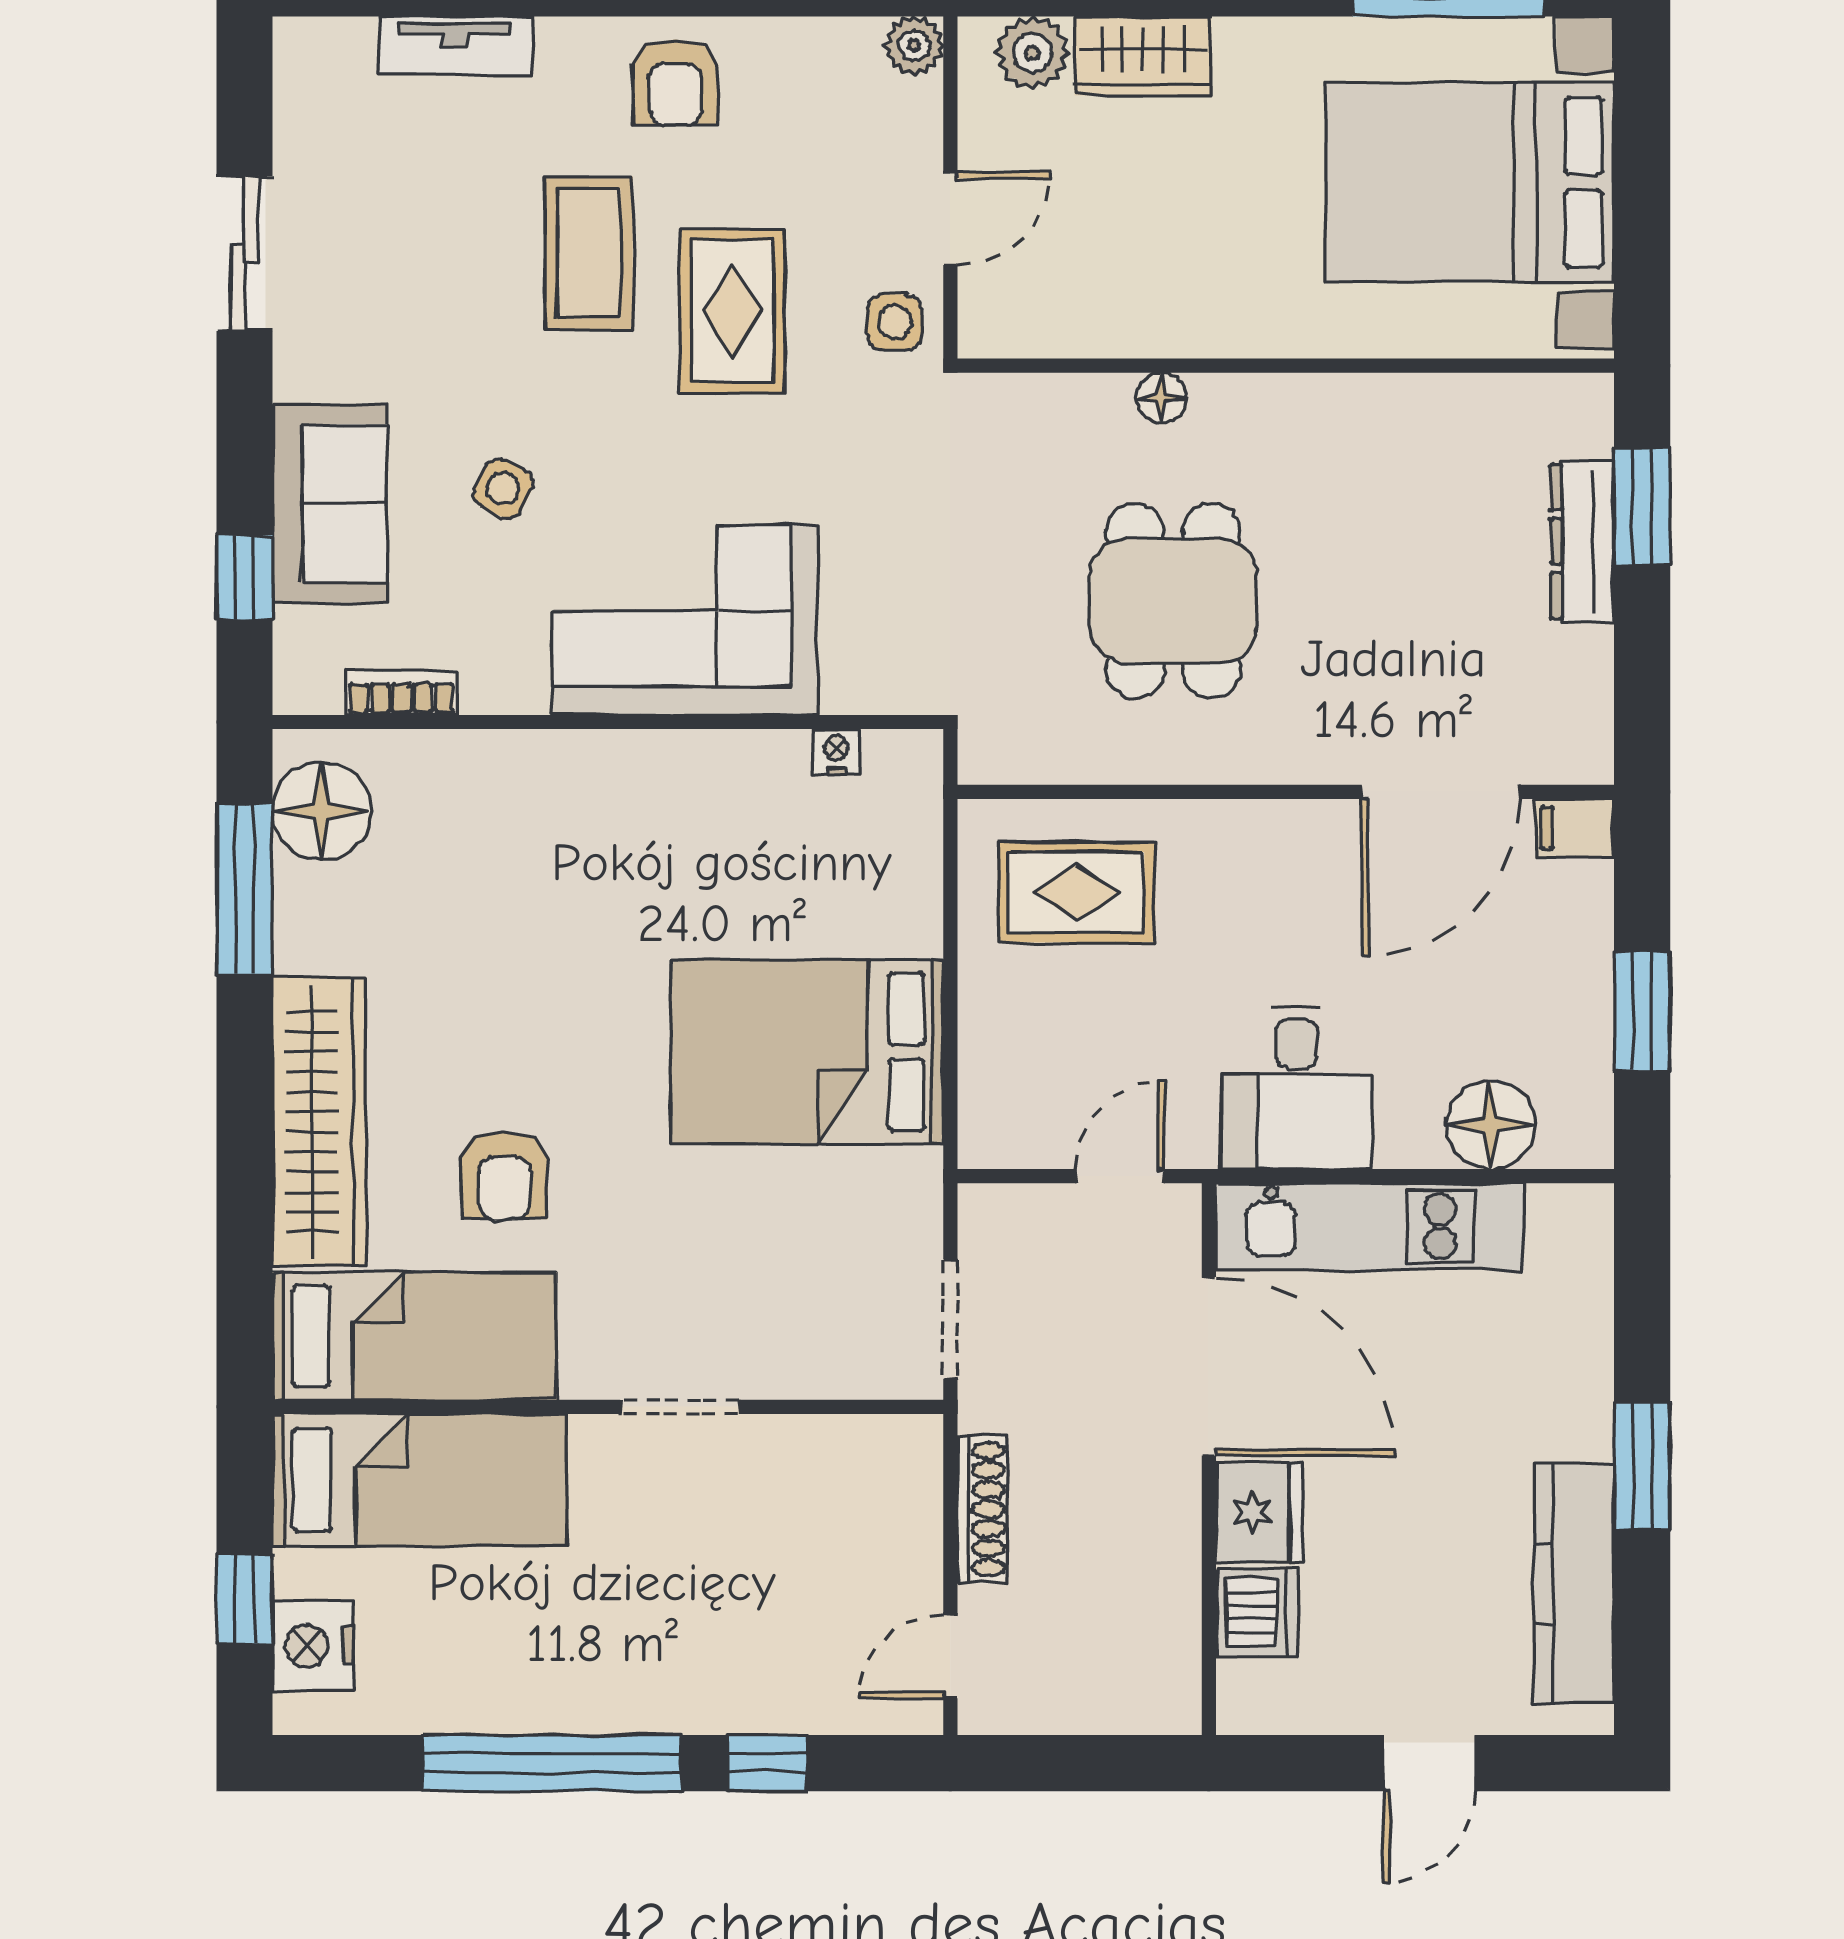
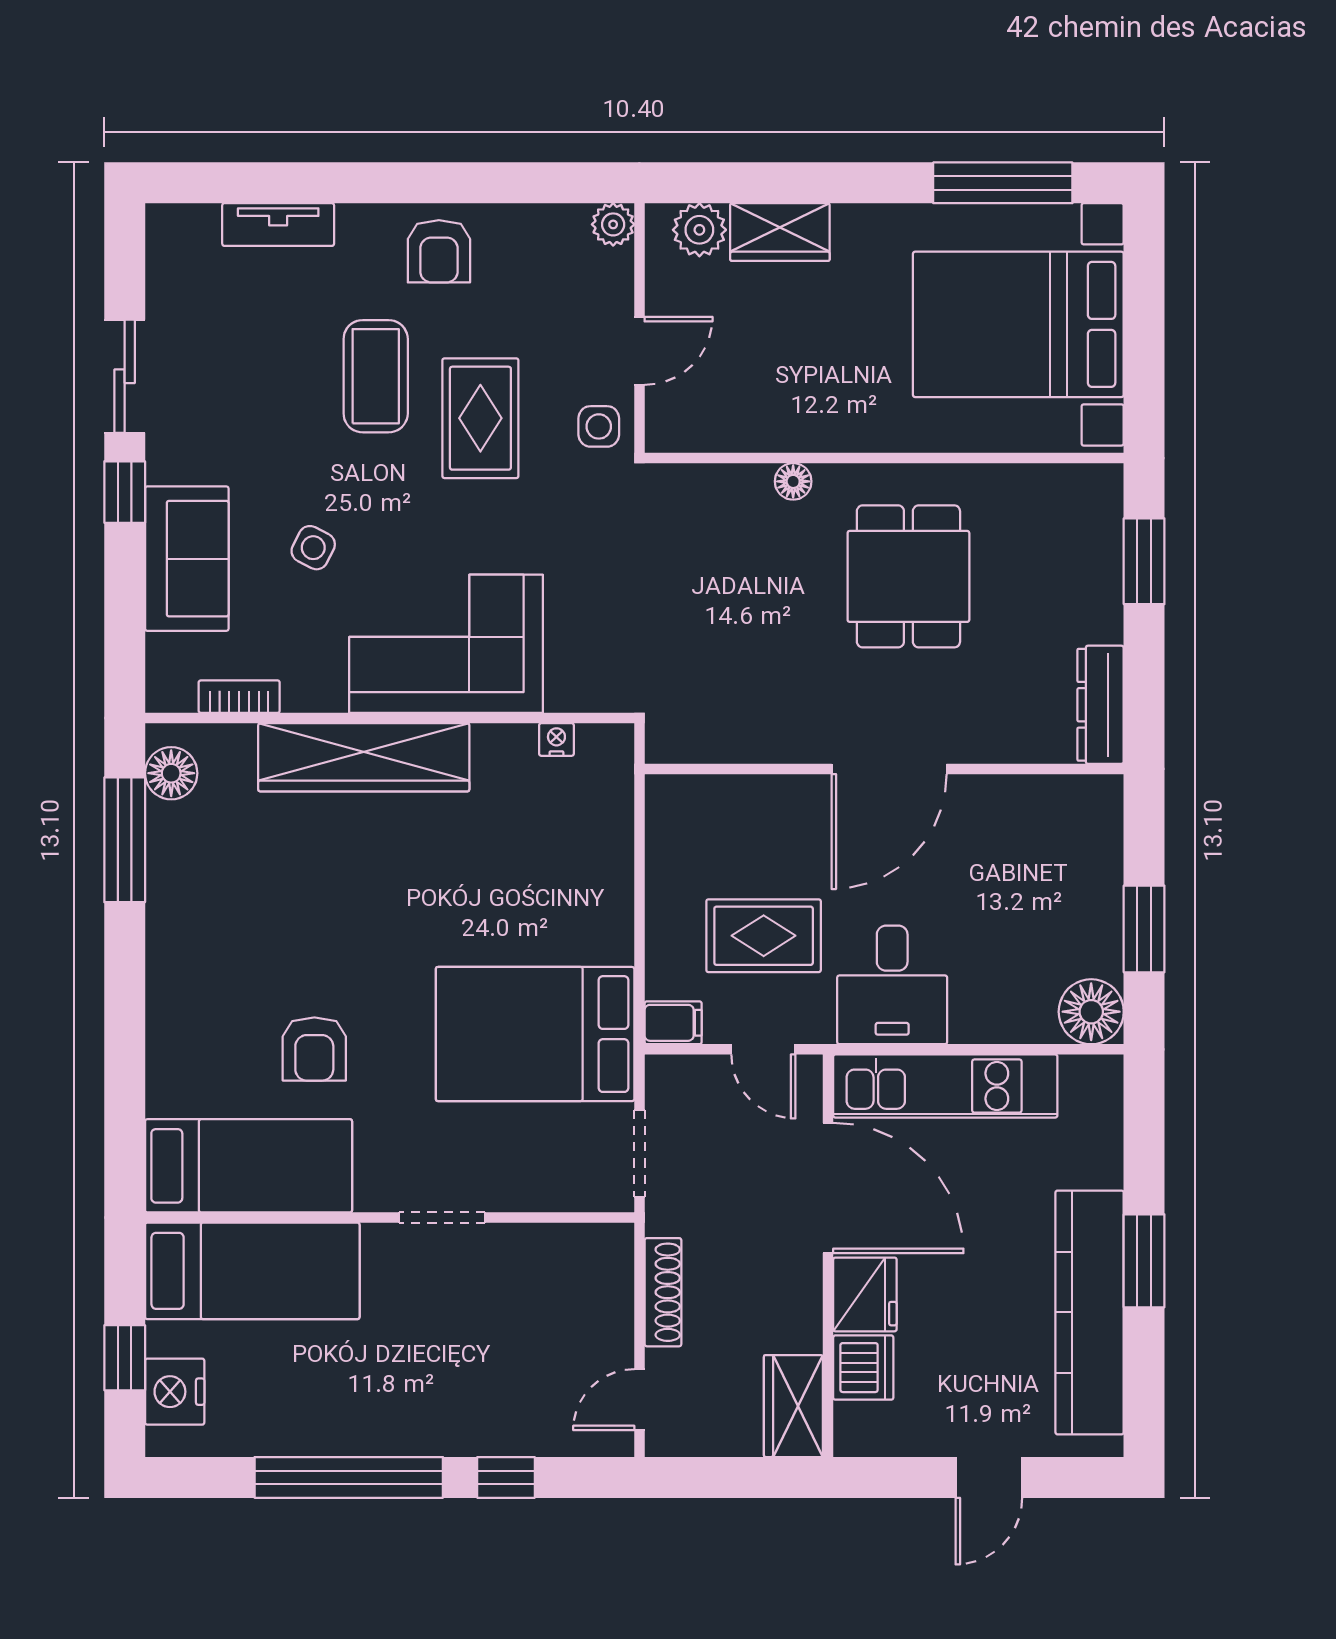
dresser: (1582, 541) -> (1101, 705), moved
window: (245, 577) -> (125, 492), moved
dining table: (1173, 601) -> (908, 576), moved
door: (1440, 792) -> (889, 769), moved
floor lamp: (322, 811) -> (171, 773), width x0.73, depth x0.73
filing cabinet: (1575, 828) -> (673, 1023), moved, turned 180
rug: (1076, 892) -> (764, 936), moved
bed: (807, 1052) -> (535, 1034), moved
wardrobe: (319, 1122) -> (364, 757), moved, turned 90
floor lamp: (1490, 1125) -> (1091, 1012), moved
door: (1120, 1176) -> (763, 1049), swing flipped
kitchen counter: (1574, 1584) -> (1090, 1312), width x1.39, depth x1.17
wardrobe: (1161, 1665) -> (793, 1406), added

